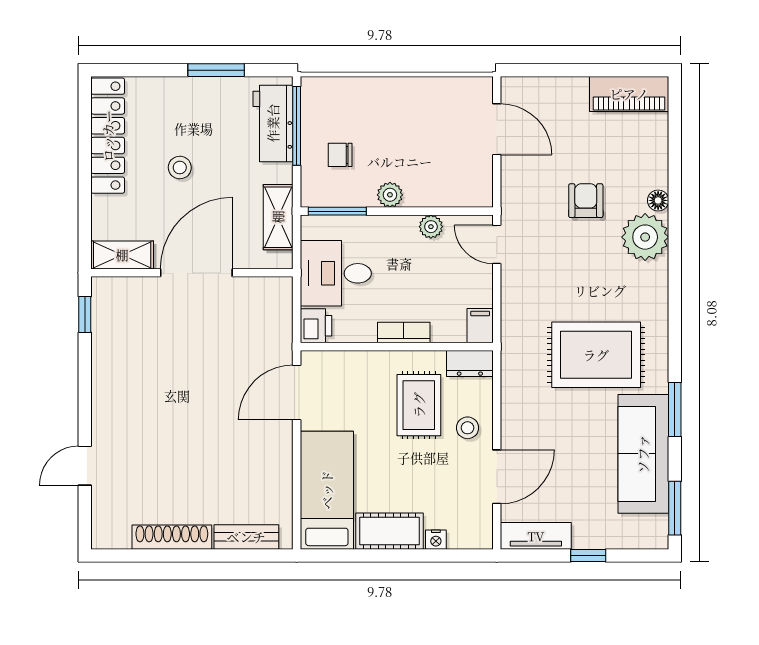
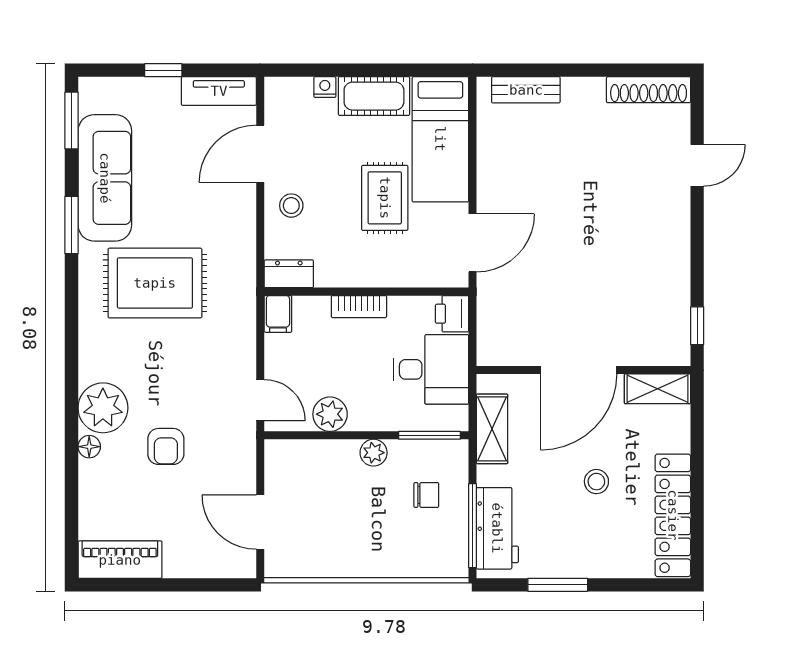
plant: (431, 227) -> (330, 414), width x1.38, depth x1.38
rug: (419, 405) -> (385, 198), moved
shoe rack: (172, 537) -> (649, 90), moved

